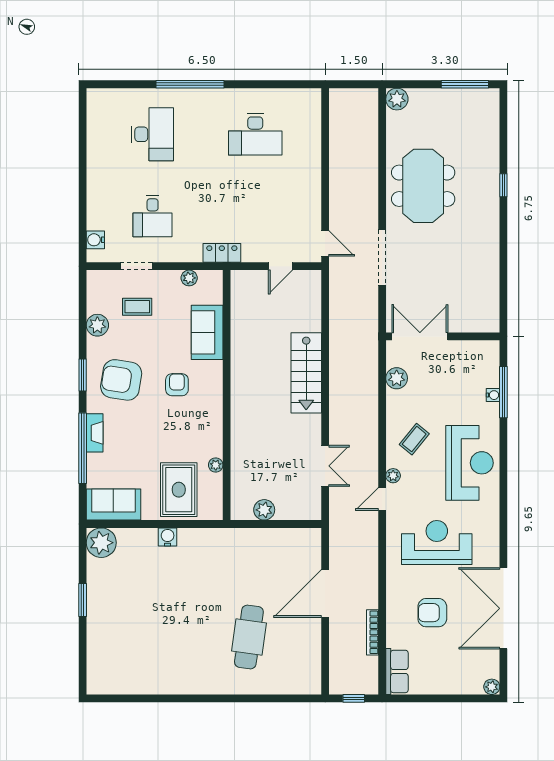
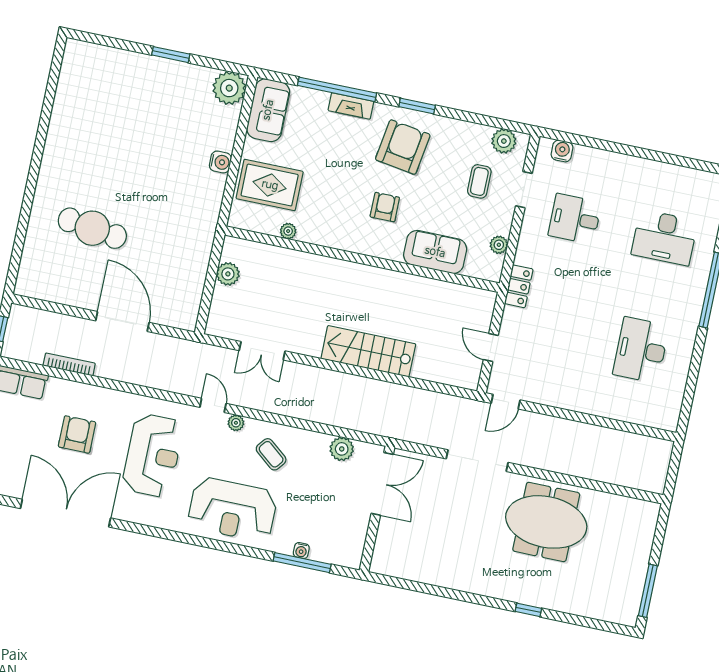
plant: (397, 99) -> (647, 513), removed
plant: (97, 325) -> (504, 141), moved
armchair: (177, 385) -> (385, 207), turned -90

